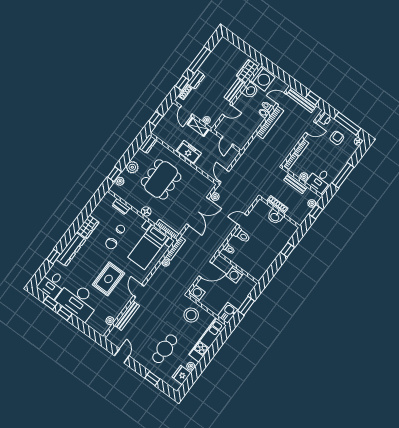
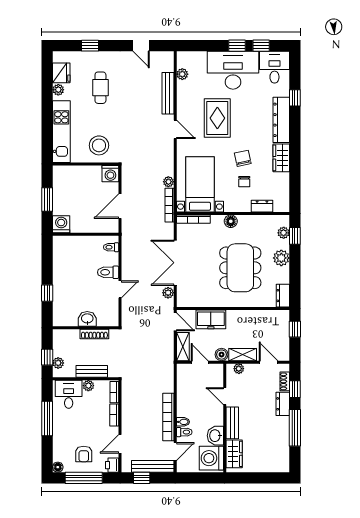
door: (227, 110) -> (225, 396), hinge flipped
boiler: (211, 136) -> (222, 355), added
freezer: (189, 152) -> (211, 319), moved
shelving: (230, 158) -> (183, 347), added
washing machine: (235, 274) -> (61, 224), moved
kitchen sink: (228, 313) -> (61, 177), removed
cafe table: (165, 349) -> (100, 88), width x0.73, depth x0.74

